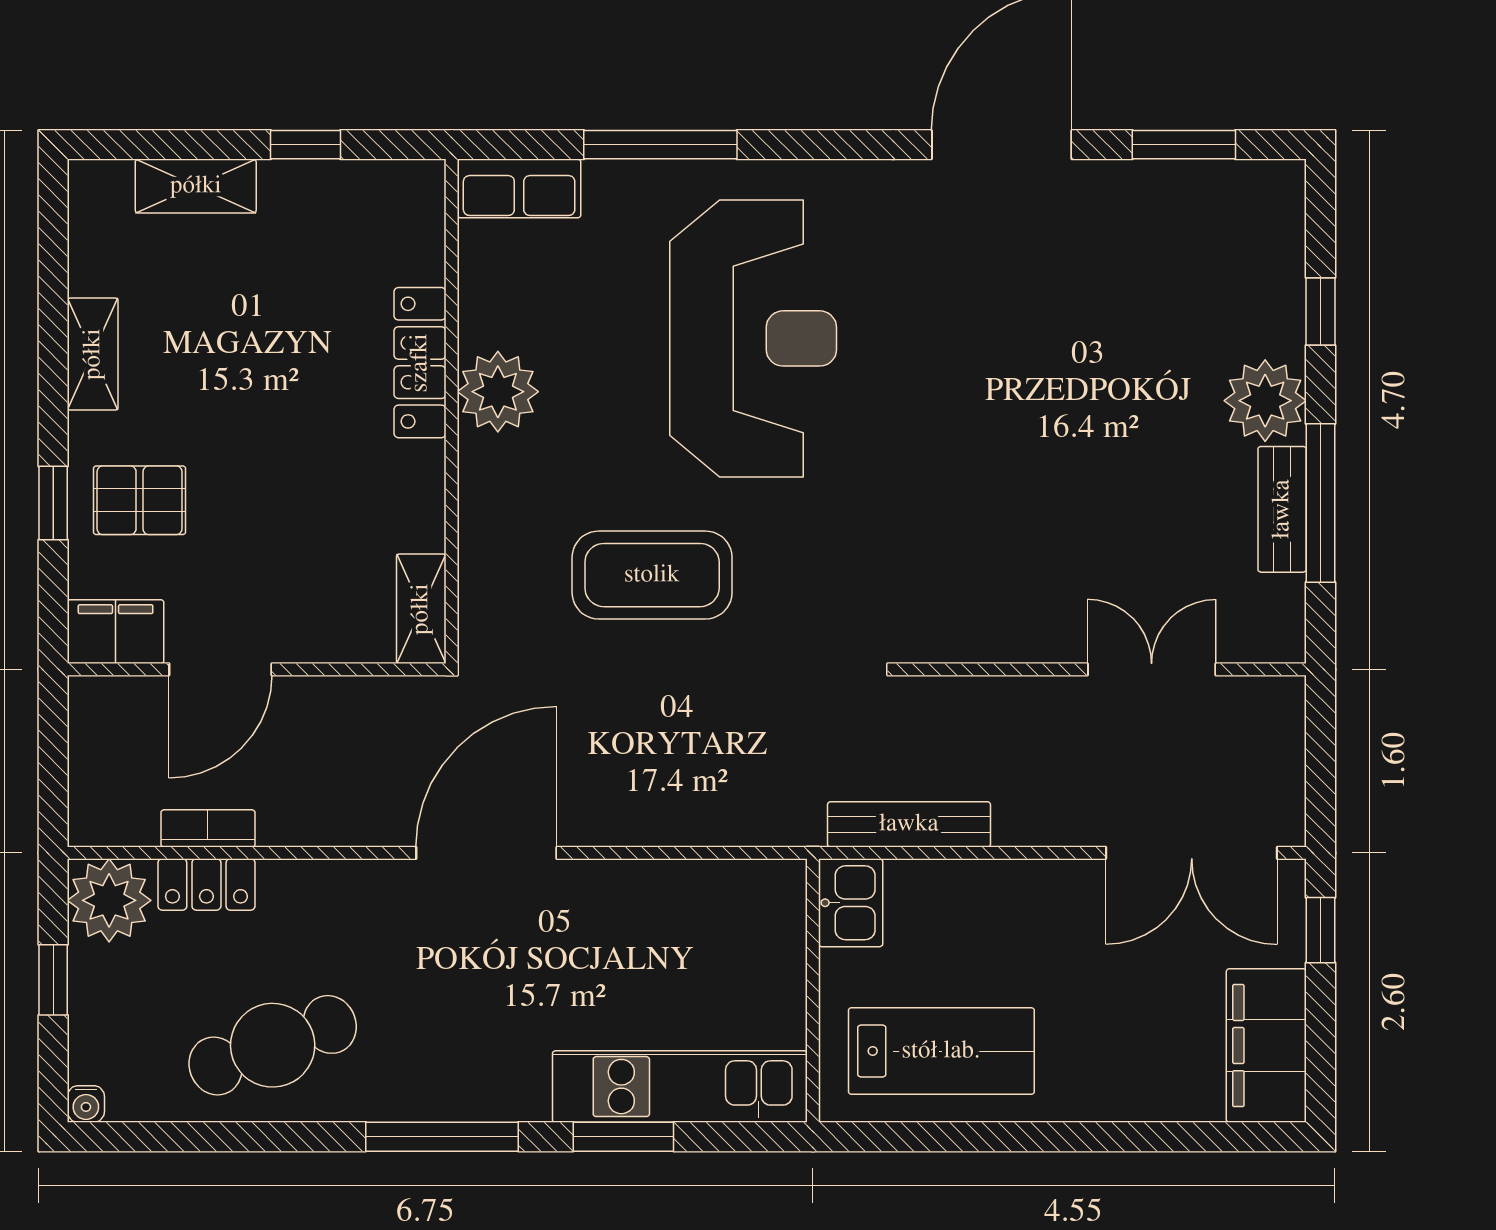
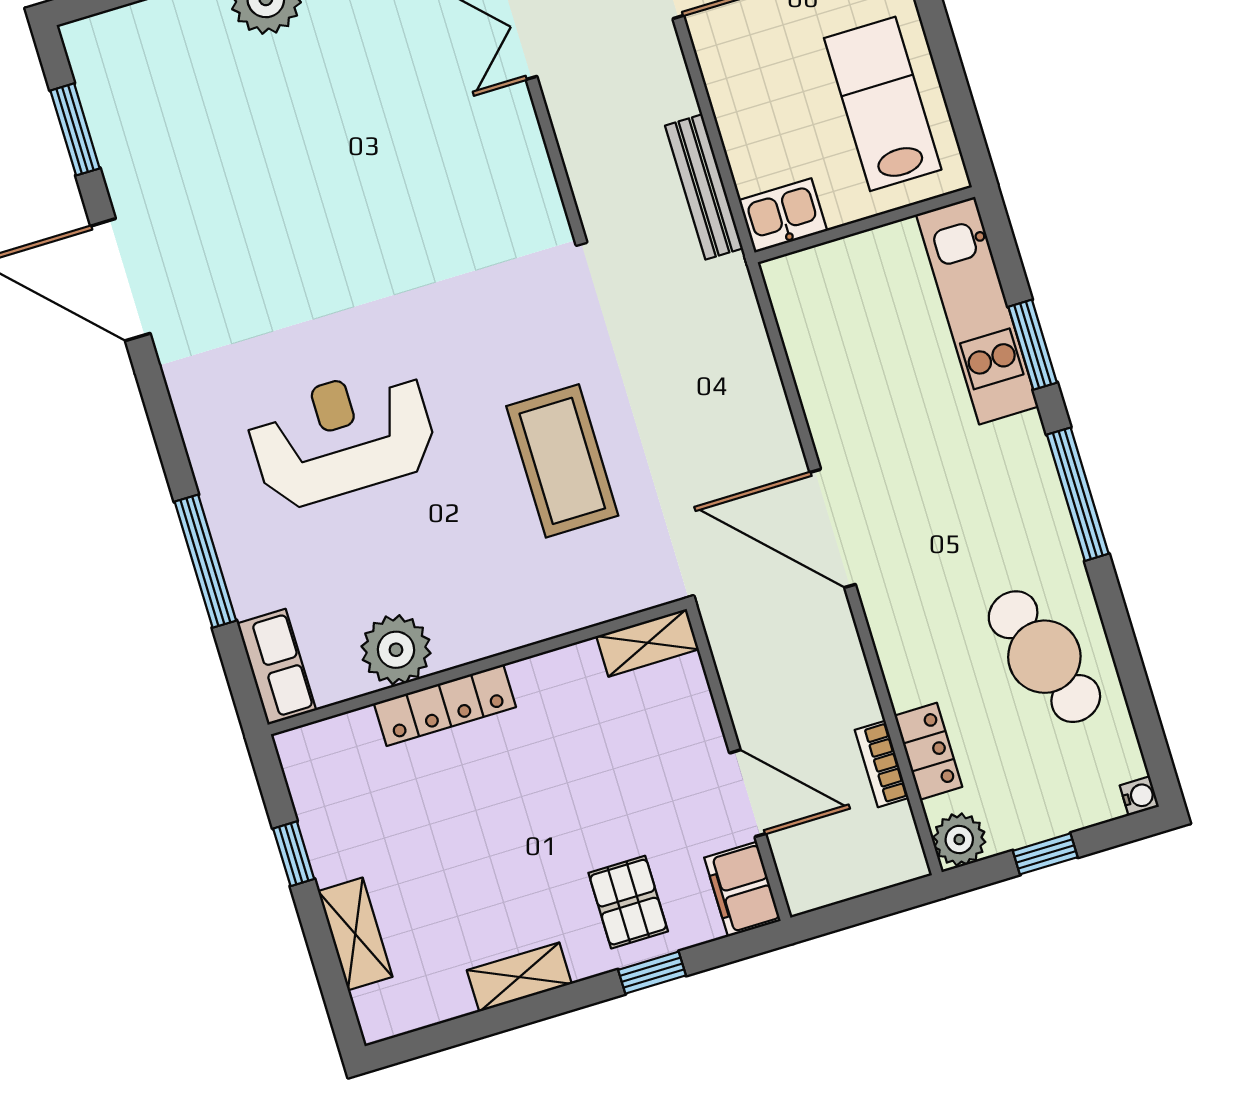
reception desk: (753, 338) -> (342, 436), width x0.74, depth x0.77
plant: (498, 392) -> (396, 650), moved
plant: (109, 900) -> (959, 840), width x0.73, depth x0.73

